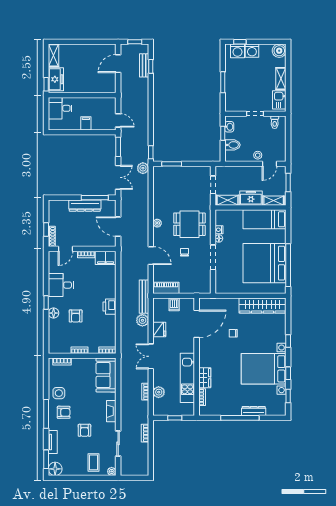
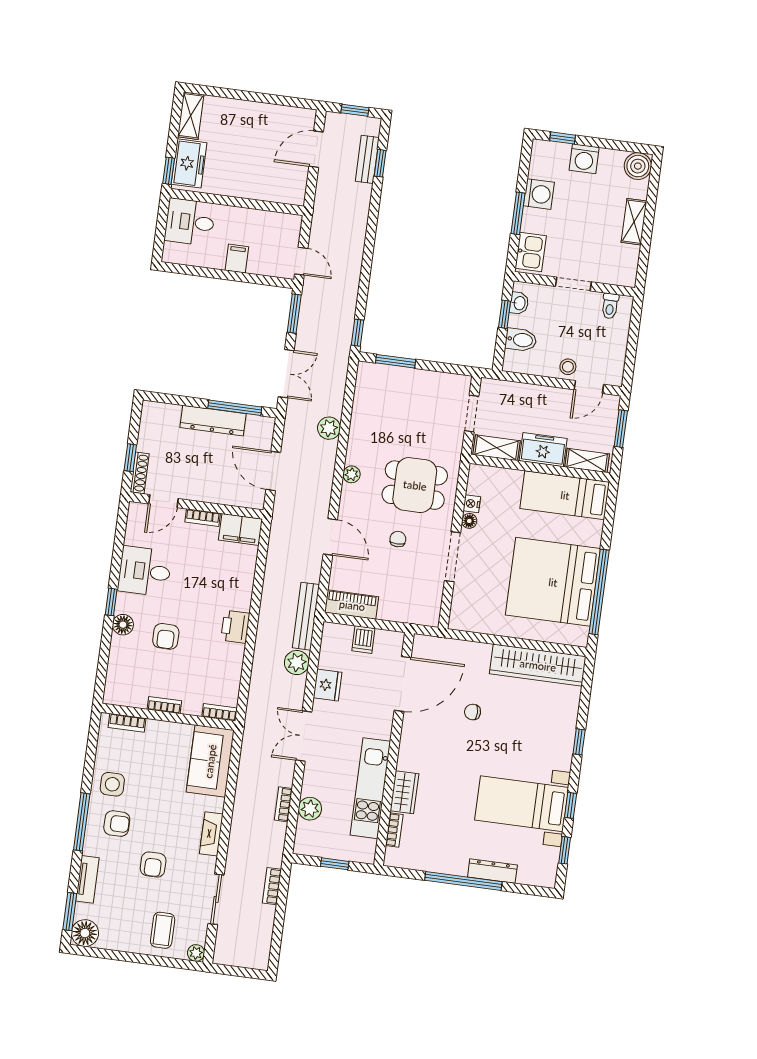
washing machine: (237, 51) -> (539, 194), moved, turned -90
kitchen sink: (279, 100) -> (531, 252), moved, turned 180
plant: (143, 168) -> (329, 428), moved
bed with nightstands: (264, 369) -> (522, 804), width x0.73

